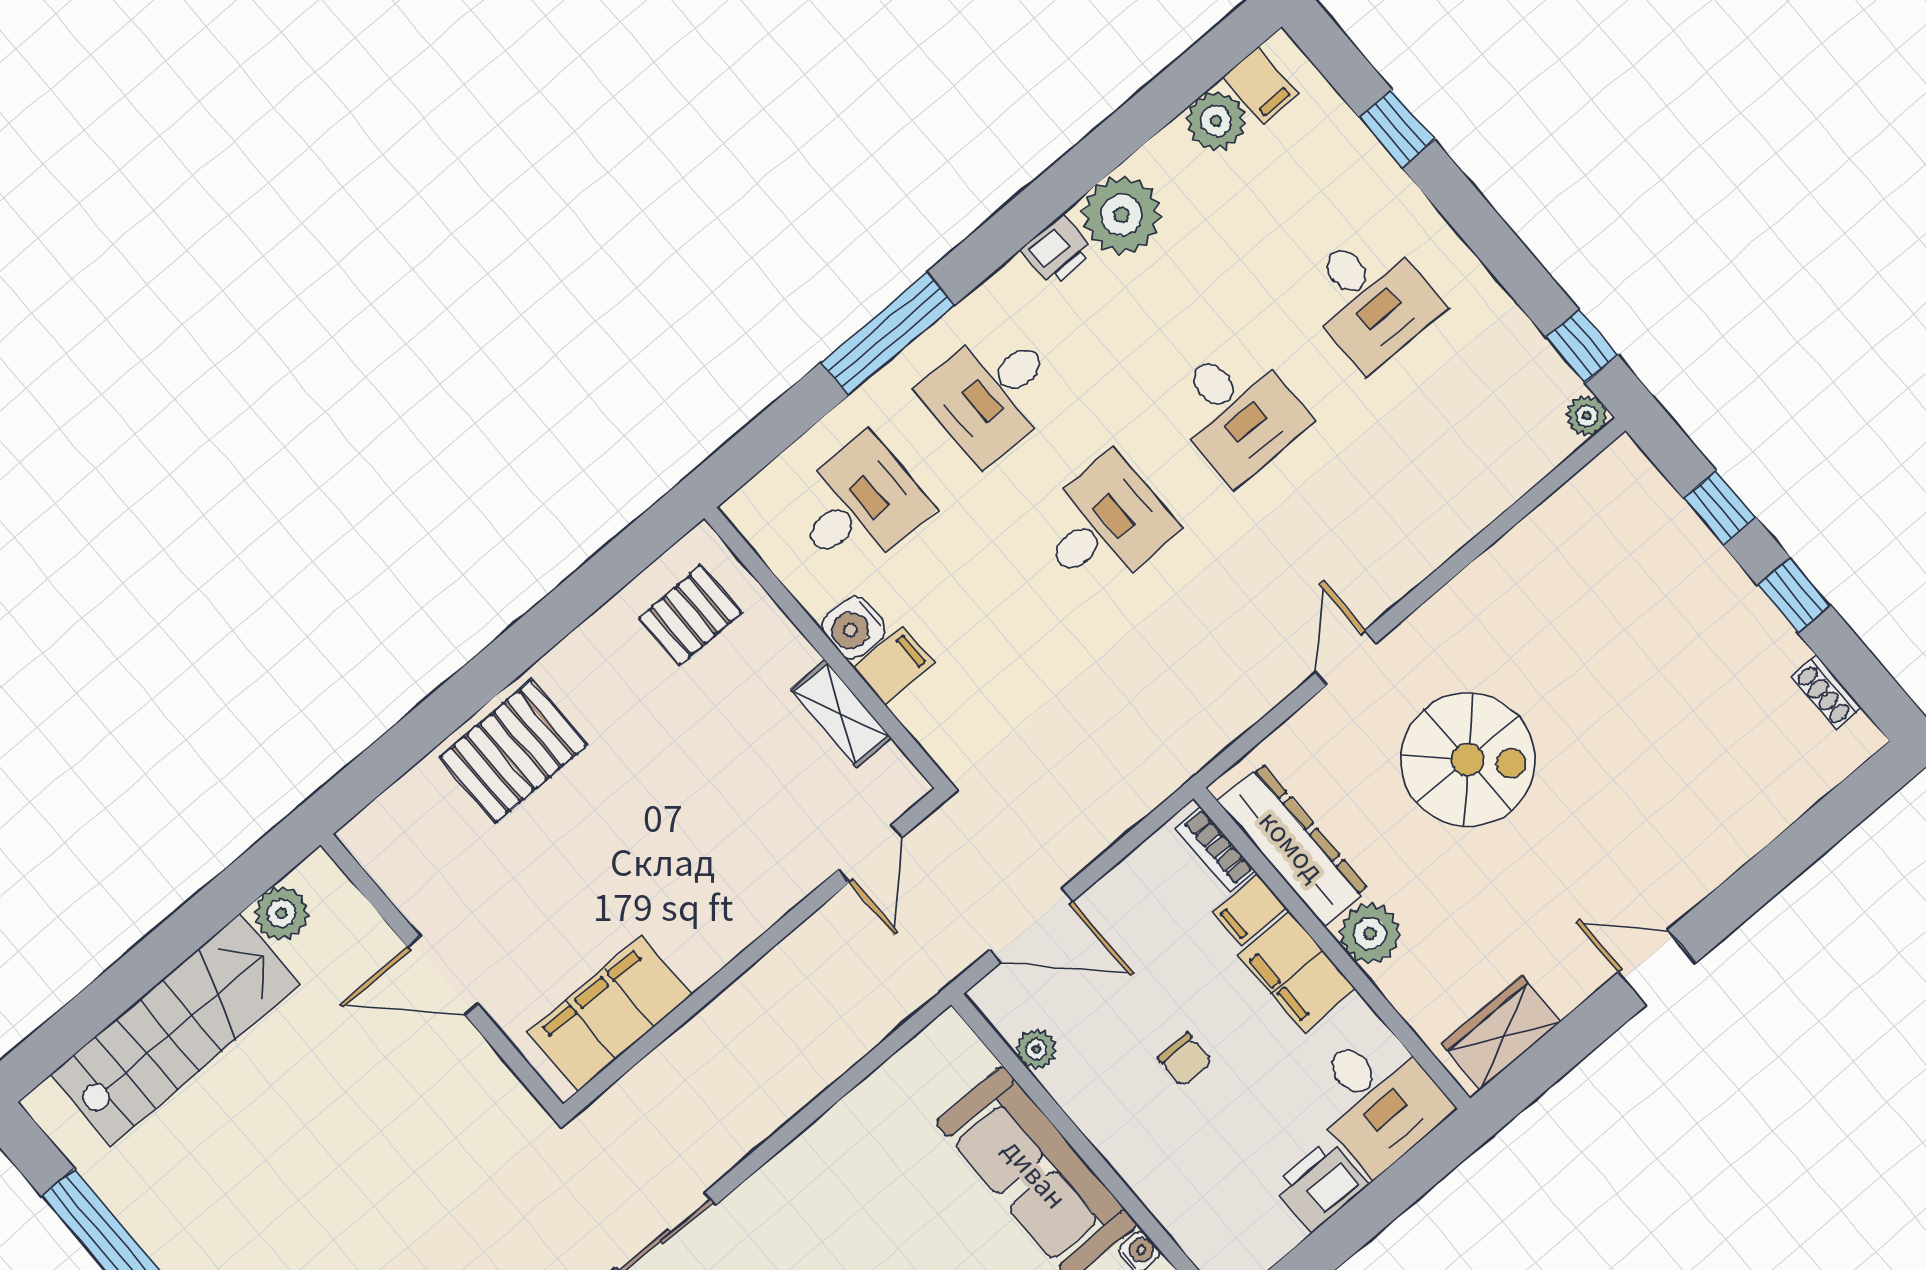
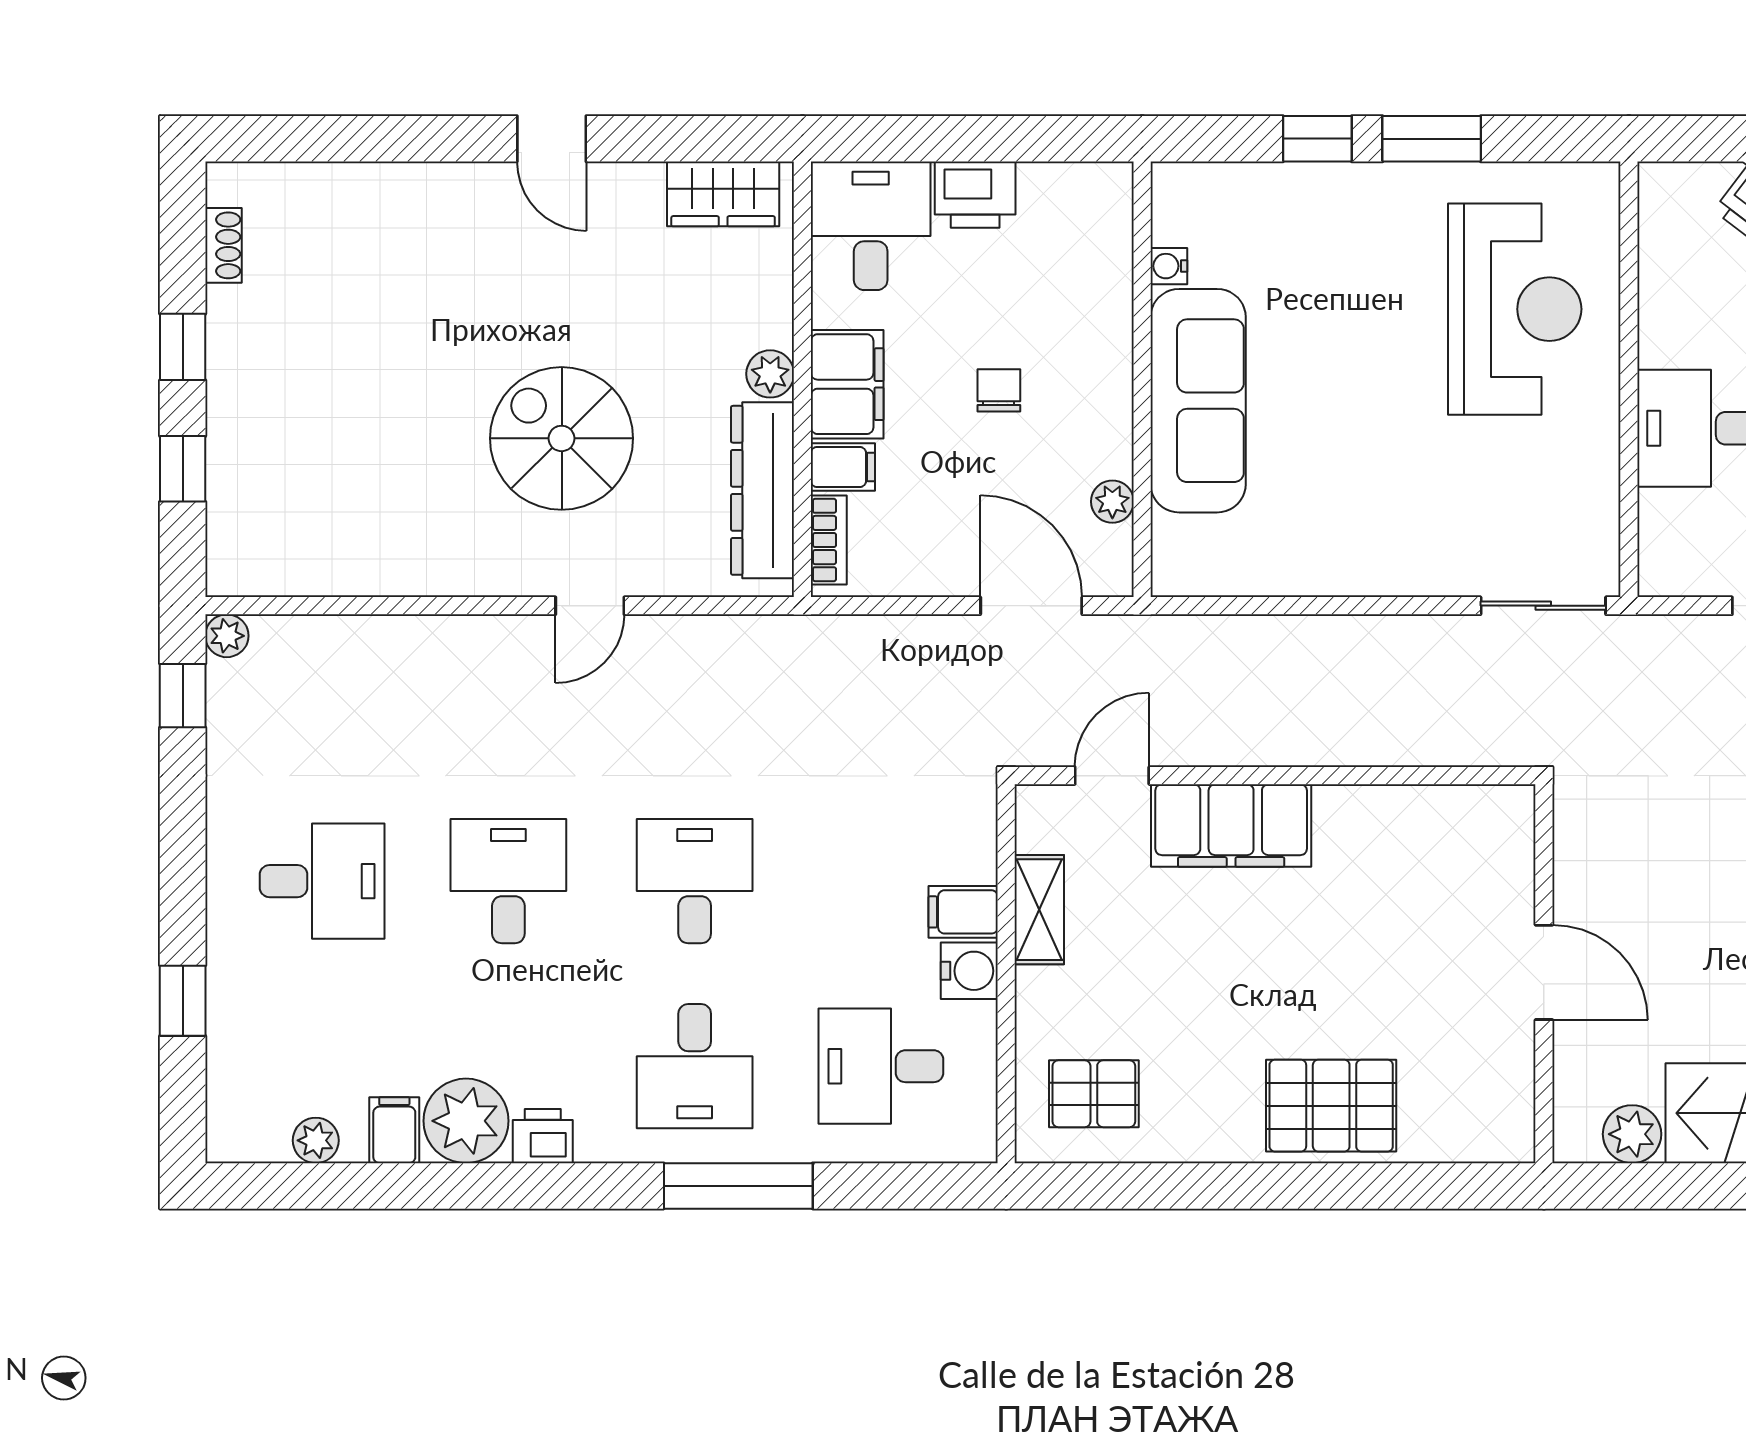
filing cabinet: (1260, 85) -> (394, 1130), moved
plant: (1216, 121) -> (316, 1140), width x0.73, depth x0.73
desk: (1370, 298) -> (322, 881), turned 90
desk: (992, 393) -> (695, 1066), turned 90
desk: (1104, 525) -> (695, 881), turned 90
plant: (1370, 934) -> (770, 374), width x0.73, depth x0.73
filing cabinet: (610, 1014) -> (1231, 825), moved

